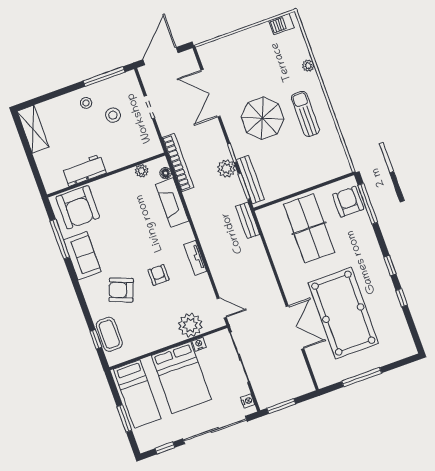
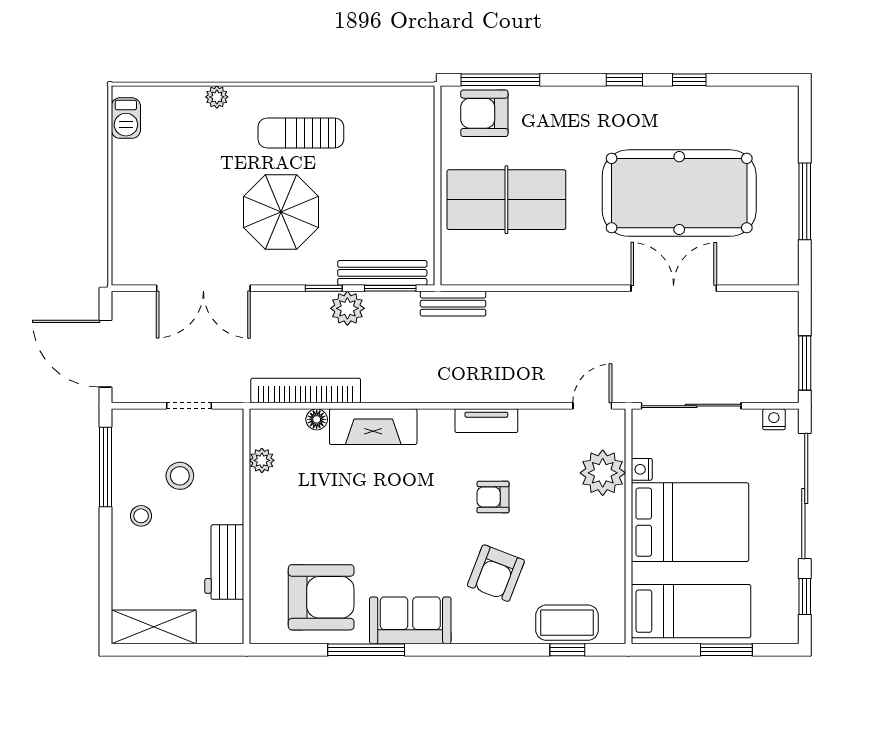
workbench: (84, 170) -> (224, 562), moved
plant: (142, 171) -> (262, 460), moved
wall: (106, 175) -> (247, 526), moved

